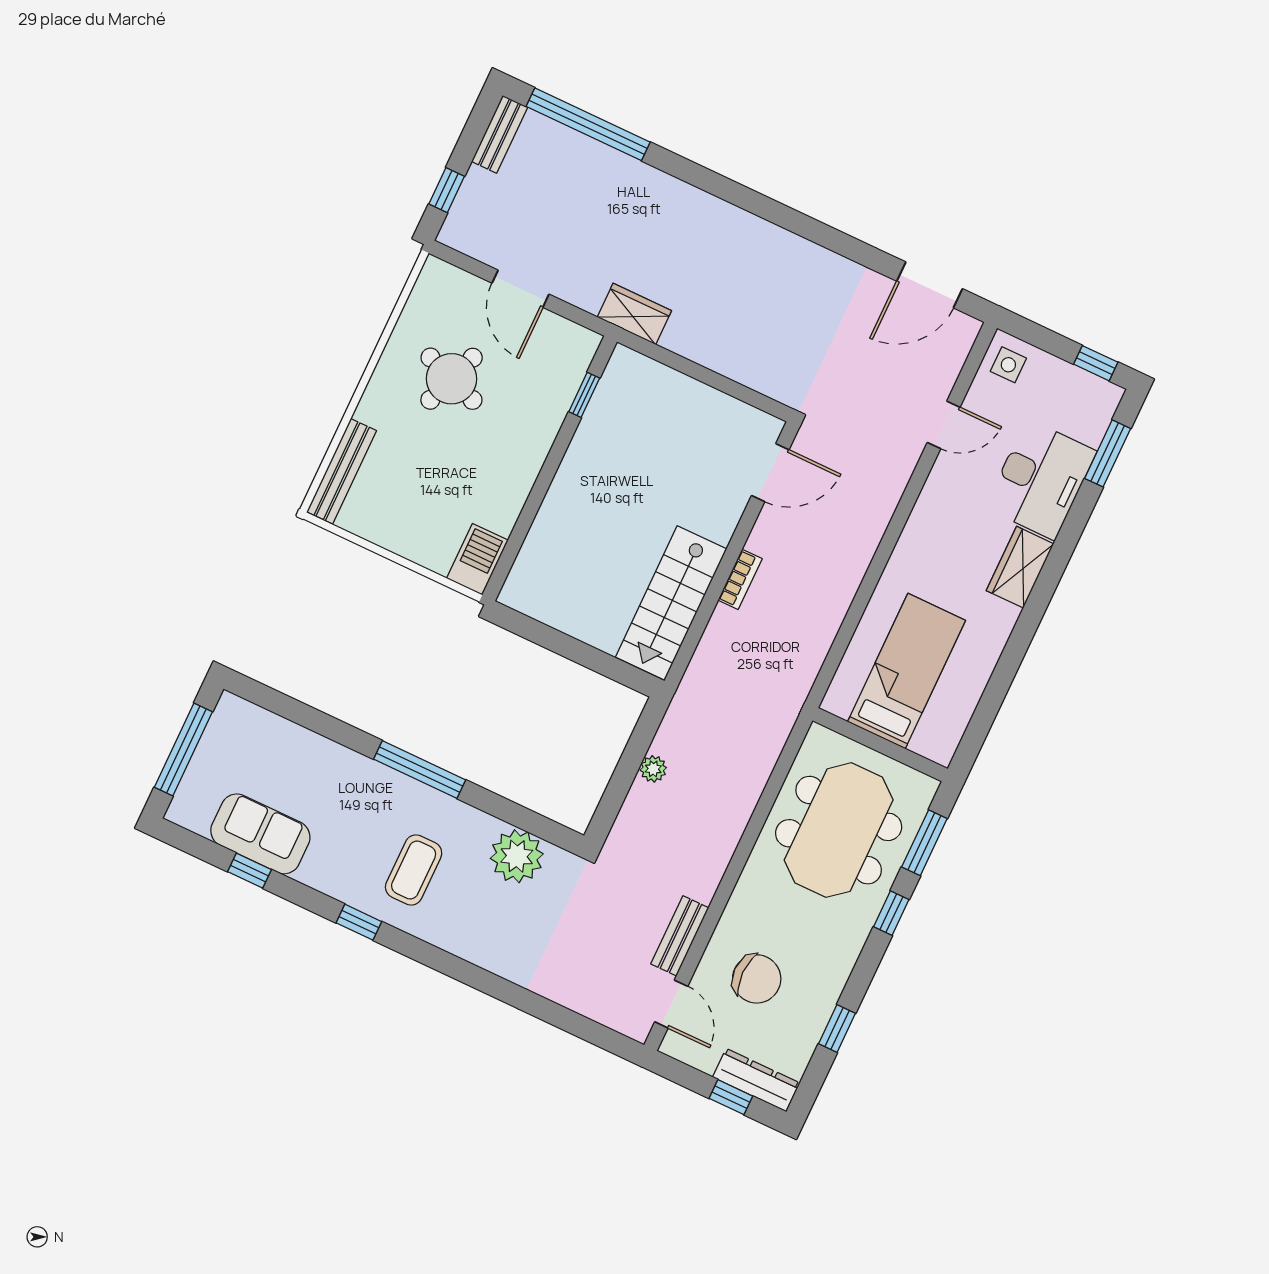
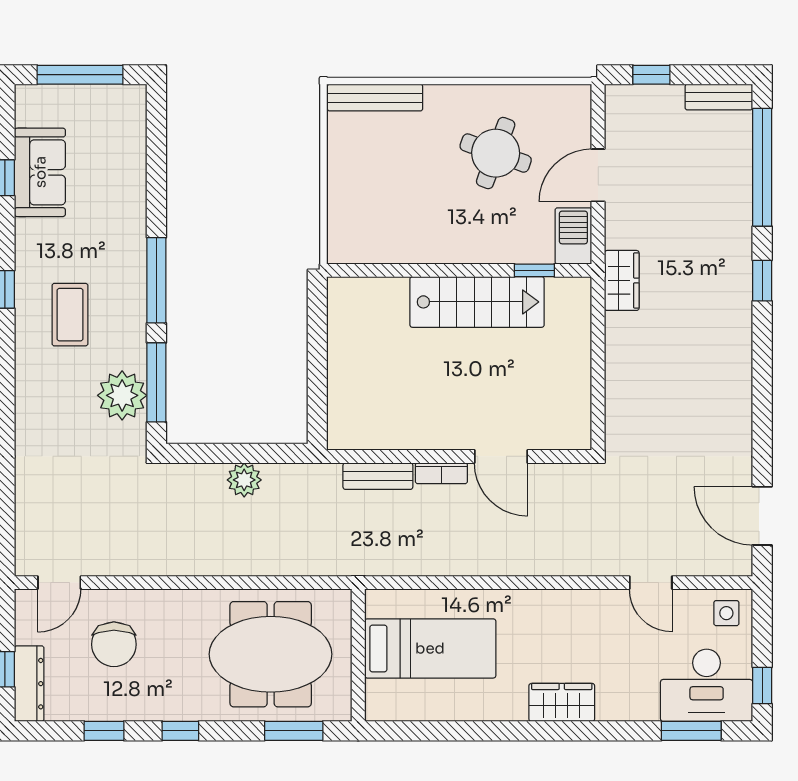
window: (699, 177) -> (762, 281), added
door: (770, 473) -> (501, 456), moved
desk: (1041, 479) -> (707, 685), moved
barbecue: (477, 559) -> (573, 236), moved, turned -90
stairs: (671, 603) -> (477, 302), moved, turned 180
plant: (653, 769) -> (244, 480), width x1.38, depth x1.38
window: (520, 817) -> (156, 382), added
coffee table: (414, 870) -> (70, 315), turned 90
window: (891, 913) -> (180, 731), moved
bench: (680, 936) -> (378, 476), moved

